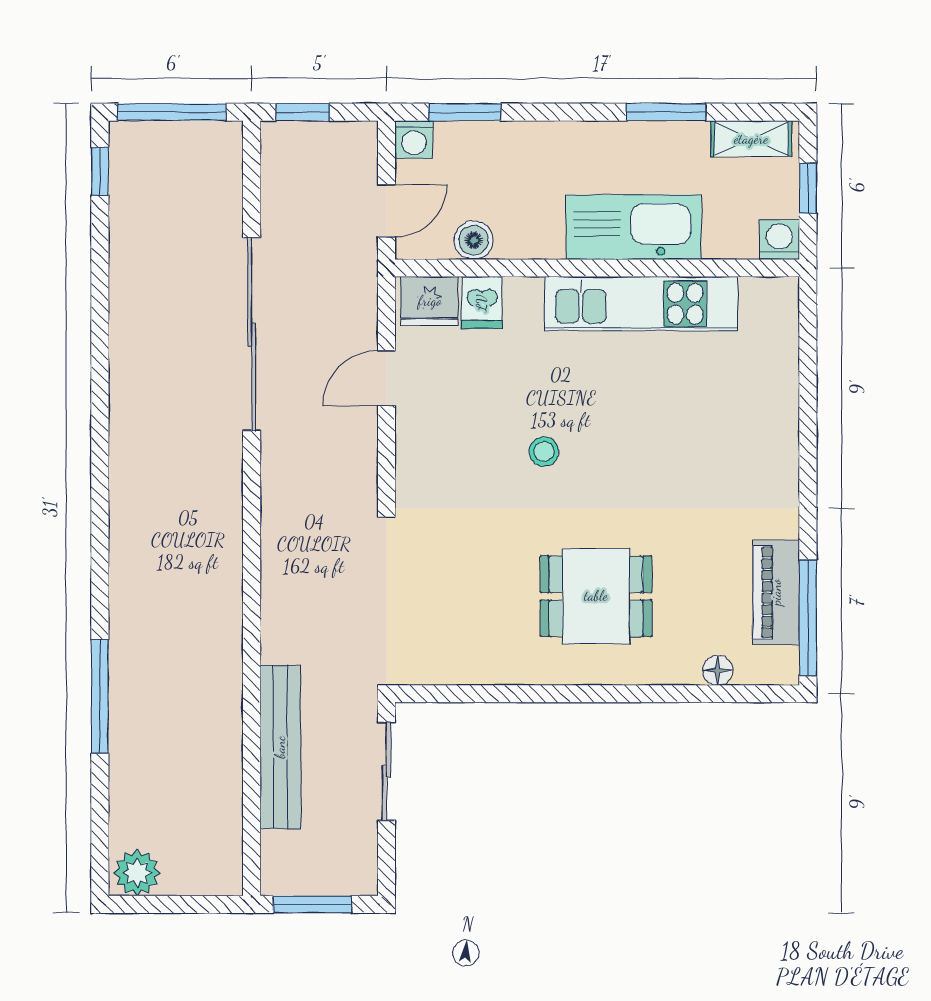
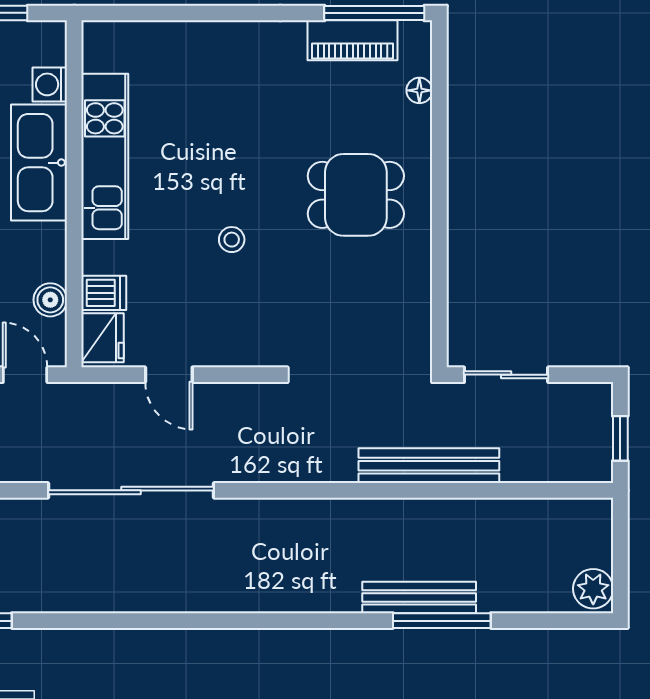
washing machine: (779, 240) -> (50, 84), moved
dining table: (596, 596) -> (356, 195), turned 90
bench: (127, 670) -> (419, 597), added
bench: (280, 747) -> (429, 466), moved
window: (312, 904) -> (620, 438), width x0.67

